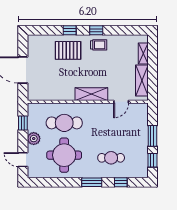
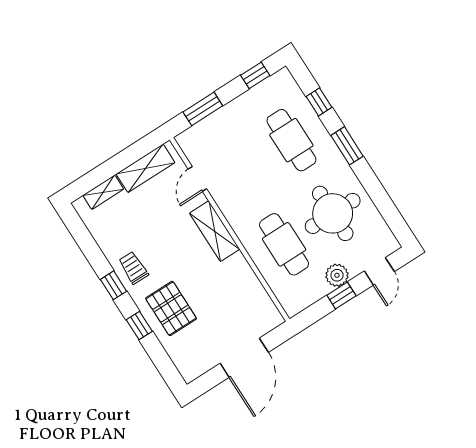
door: (121, 102) -> (197, 179), swing flipped
window: (23, 123) -> (341, 296), moved
window: (152, 136) -> (203, 109), moved
cafe table: (111, 158) -> (291, 140), width x1.37, depth x1.35

